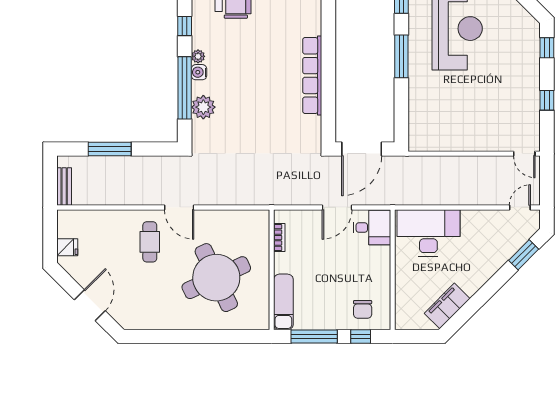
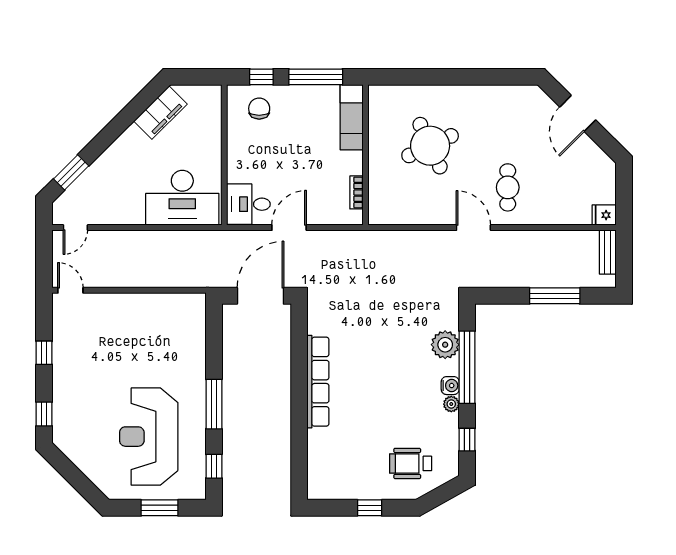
fridge: (67, 247) -> (604, 215), moved
round table: (216, 278) -> (430, 146), width x0.73, depth x0.73

